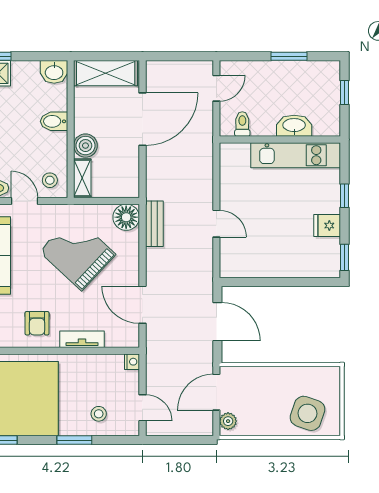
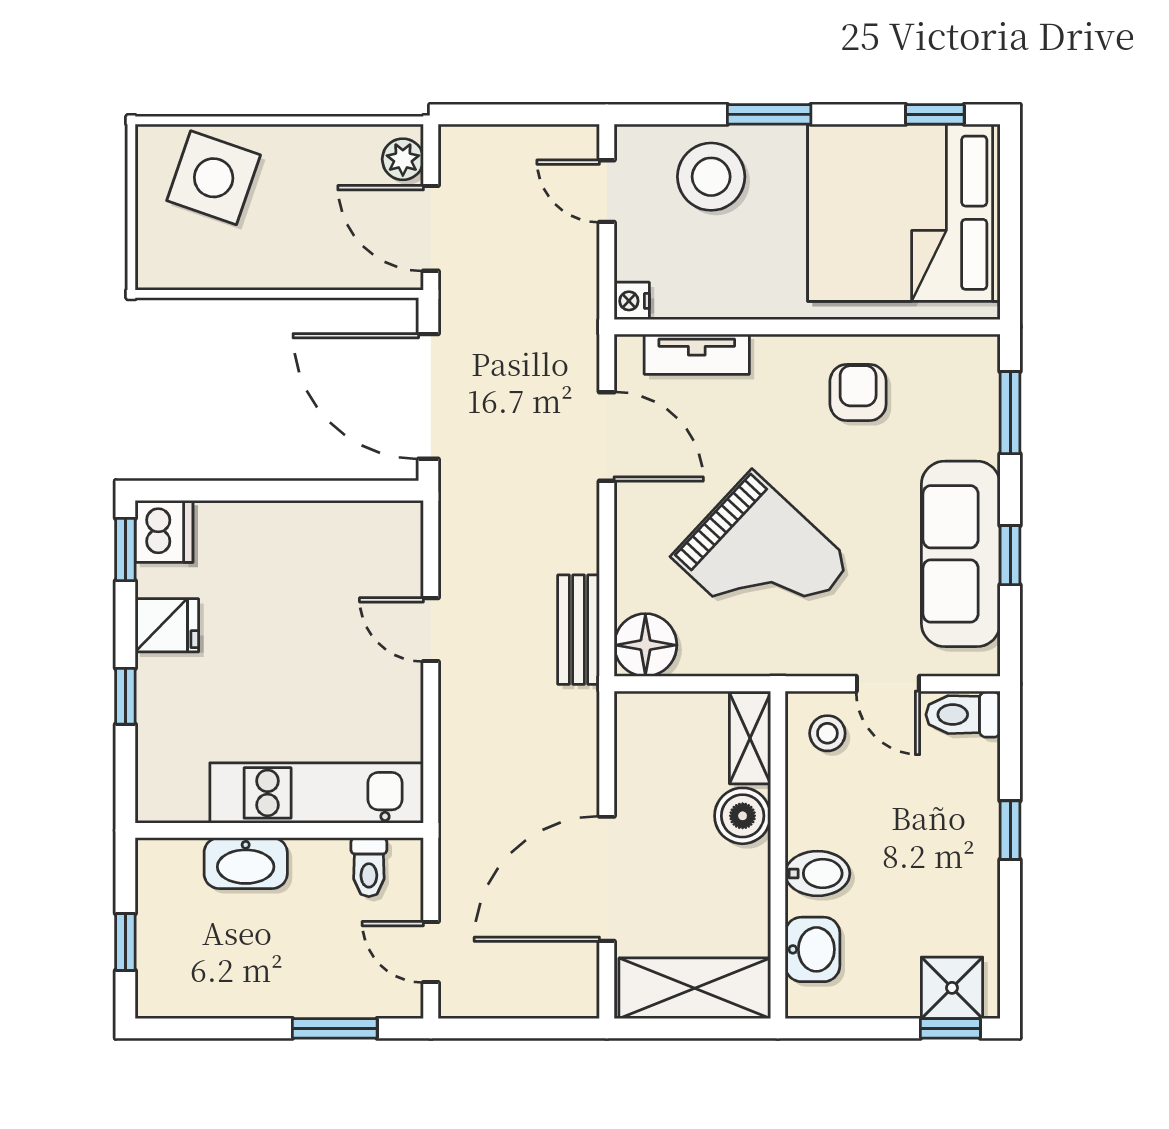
window: (289, 56) -> (335, 1028), moved
washbasin: (54, 72) -> (813, 949), moved, turned 90
door: (216, 88) -> (431, 952), hinge flipped
kitchen unit: (296, 155) -> (317, 793), moved
dishwasher: (328, 265) -> (164, 531), added
door: (217, 322) -> (428, 396), width x1.36
tv unit: (82, 339) -> (697, 354), moved
door: (216, 392) -> (431, 228), swing flipped
stool: (99, 414) -> (711, 177), width x1.89, depth x1.89

